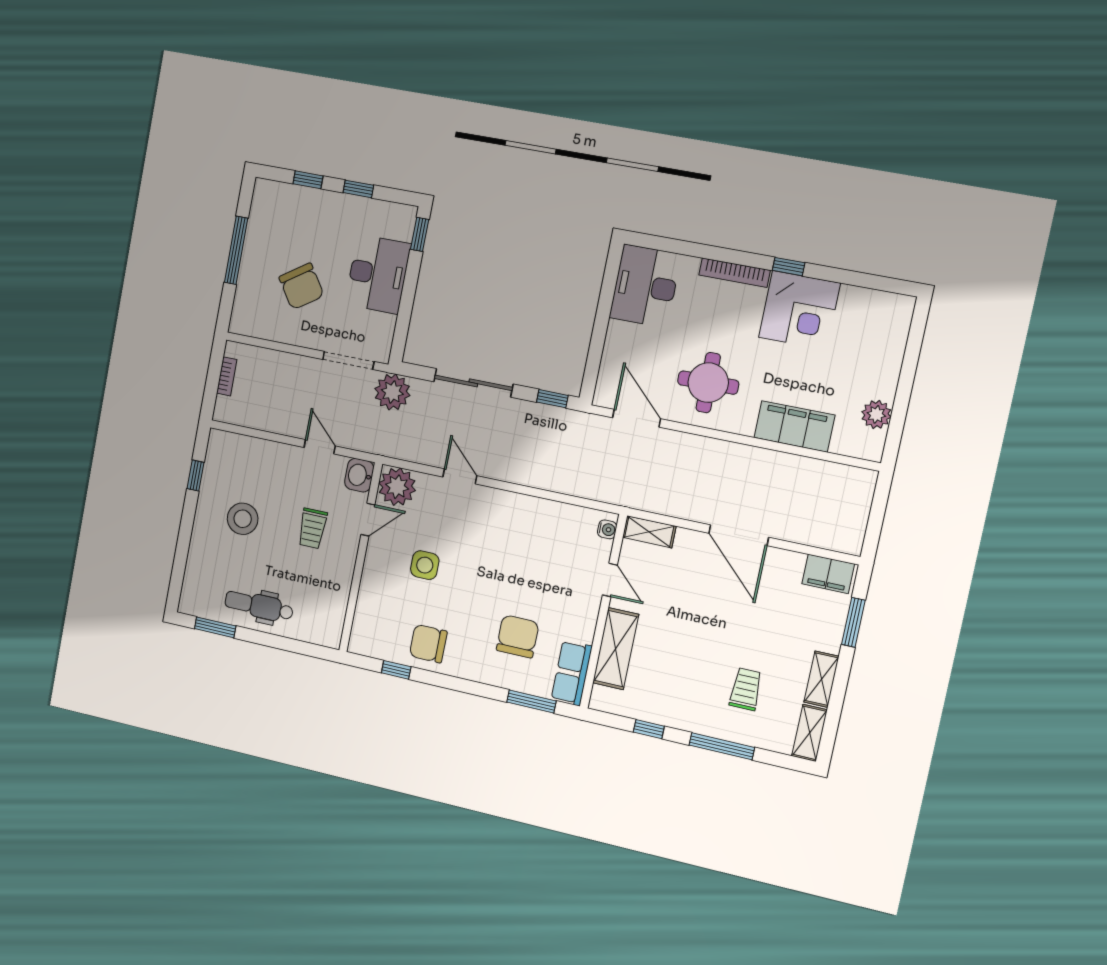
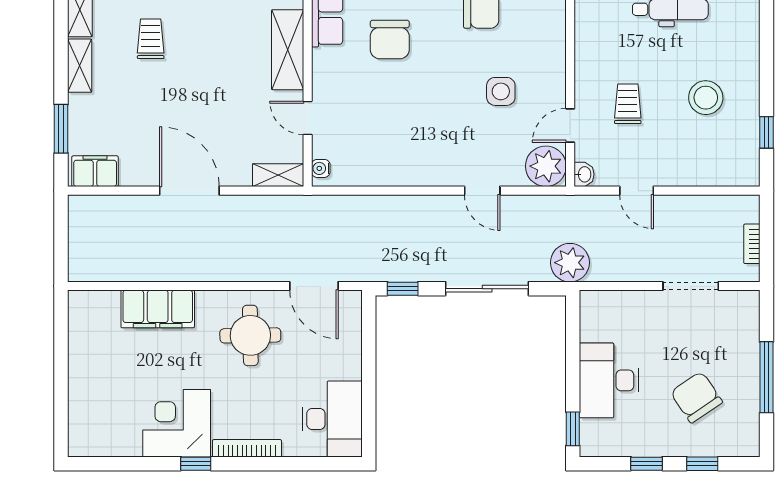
chair: (301, 286) -> (696, 397), moved
doorway: (348, 360) -> (691, 286), moved
plant: (876, 414) -> (82, 336), removed
washbasin: (359, 475) -> (584, 174), width x0.72, depth x0.69
trolley: (746, 689) -> (151, 39), turned 180

